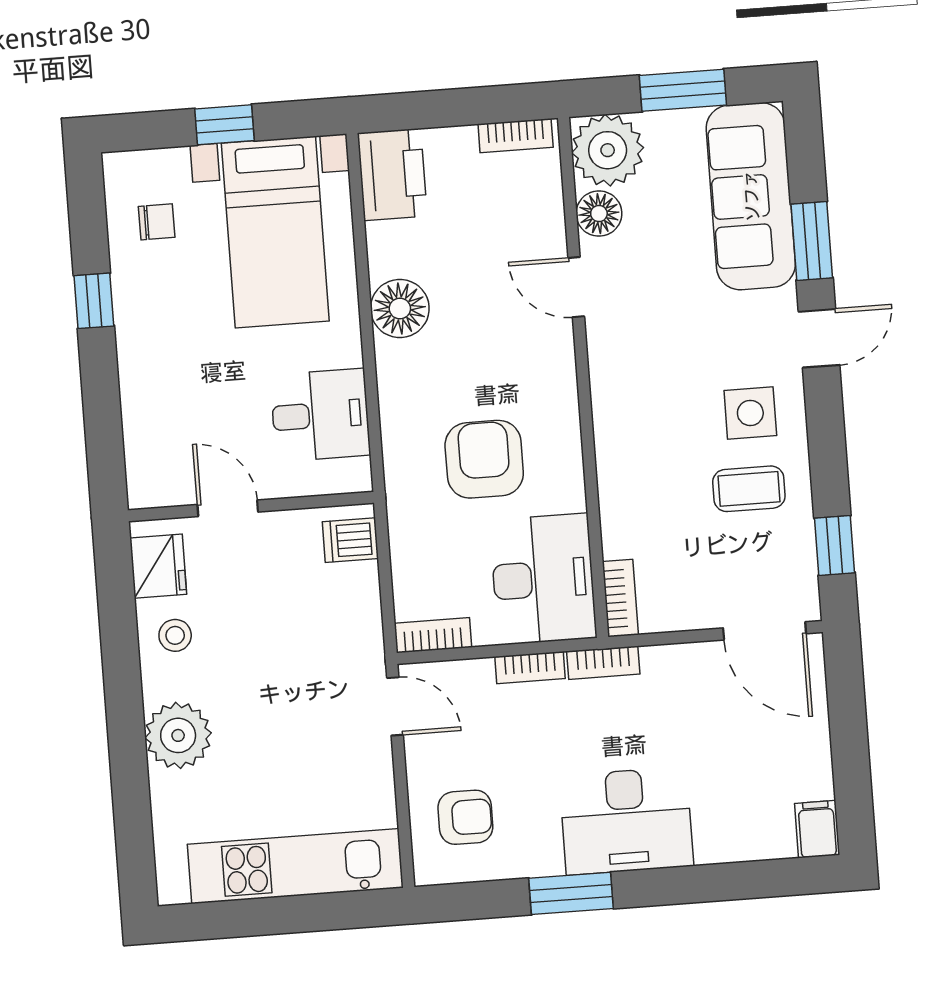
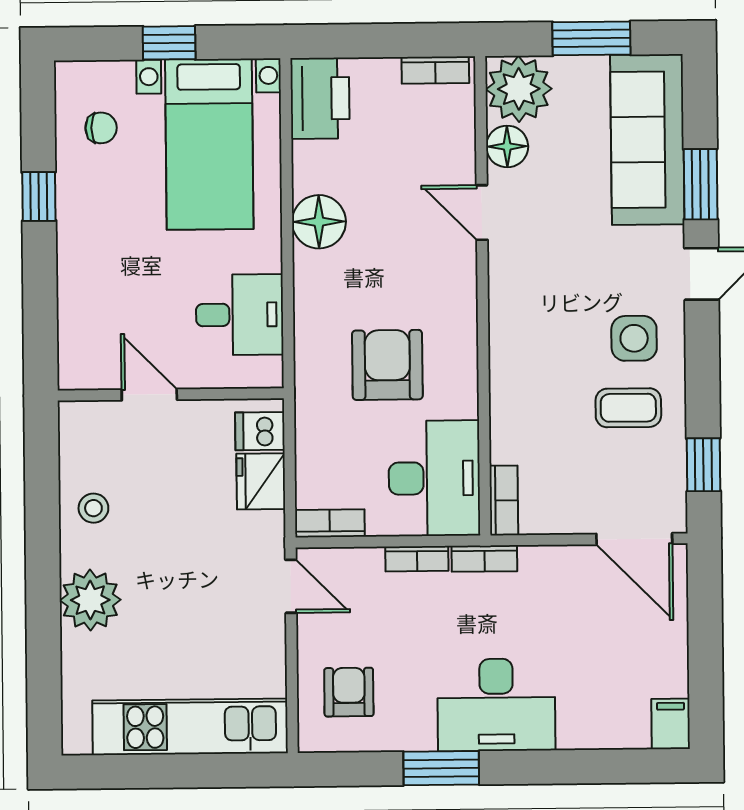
fridge: (158, 566) -> (261, 481), moved, turned 180
armchair: (465, 817) -> (349, 692), turned -90

